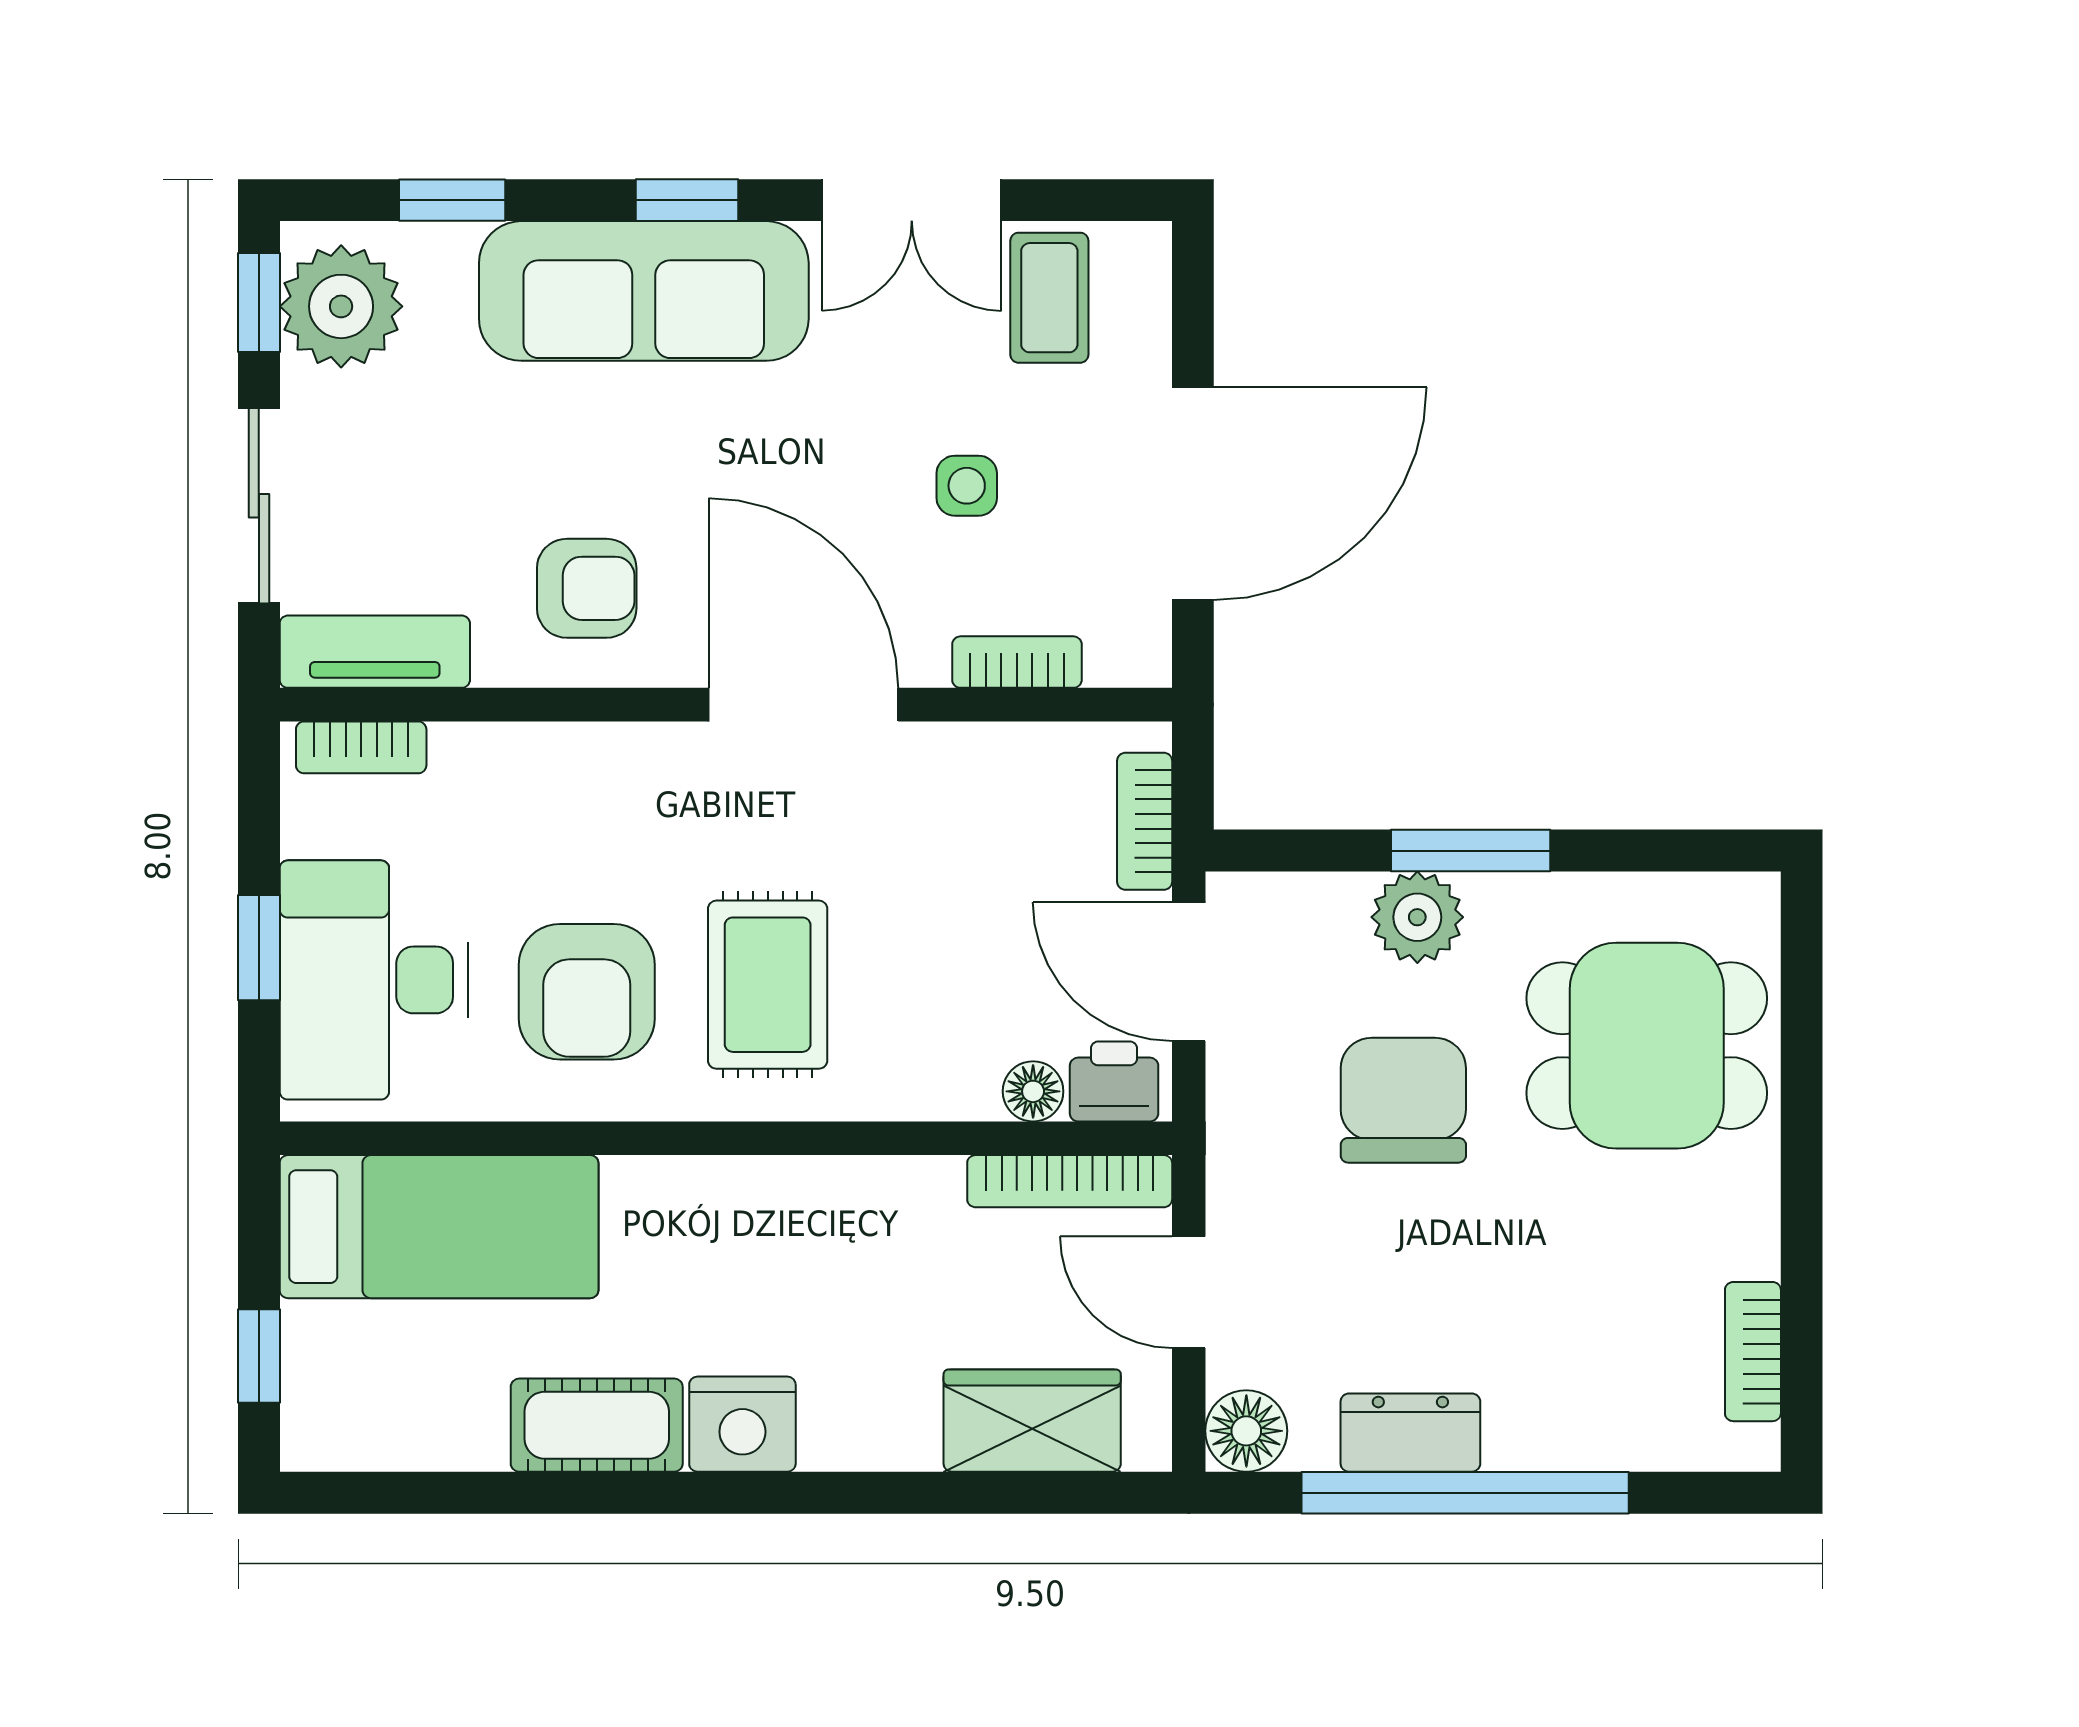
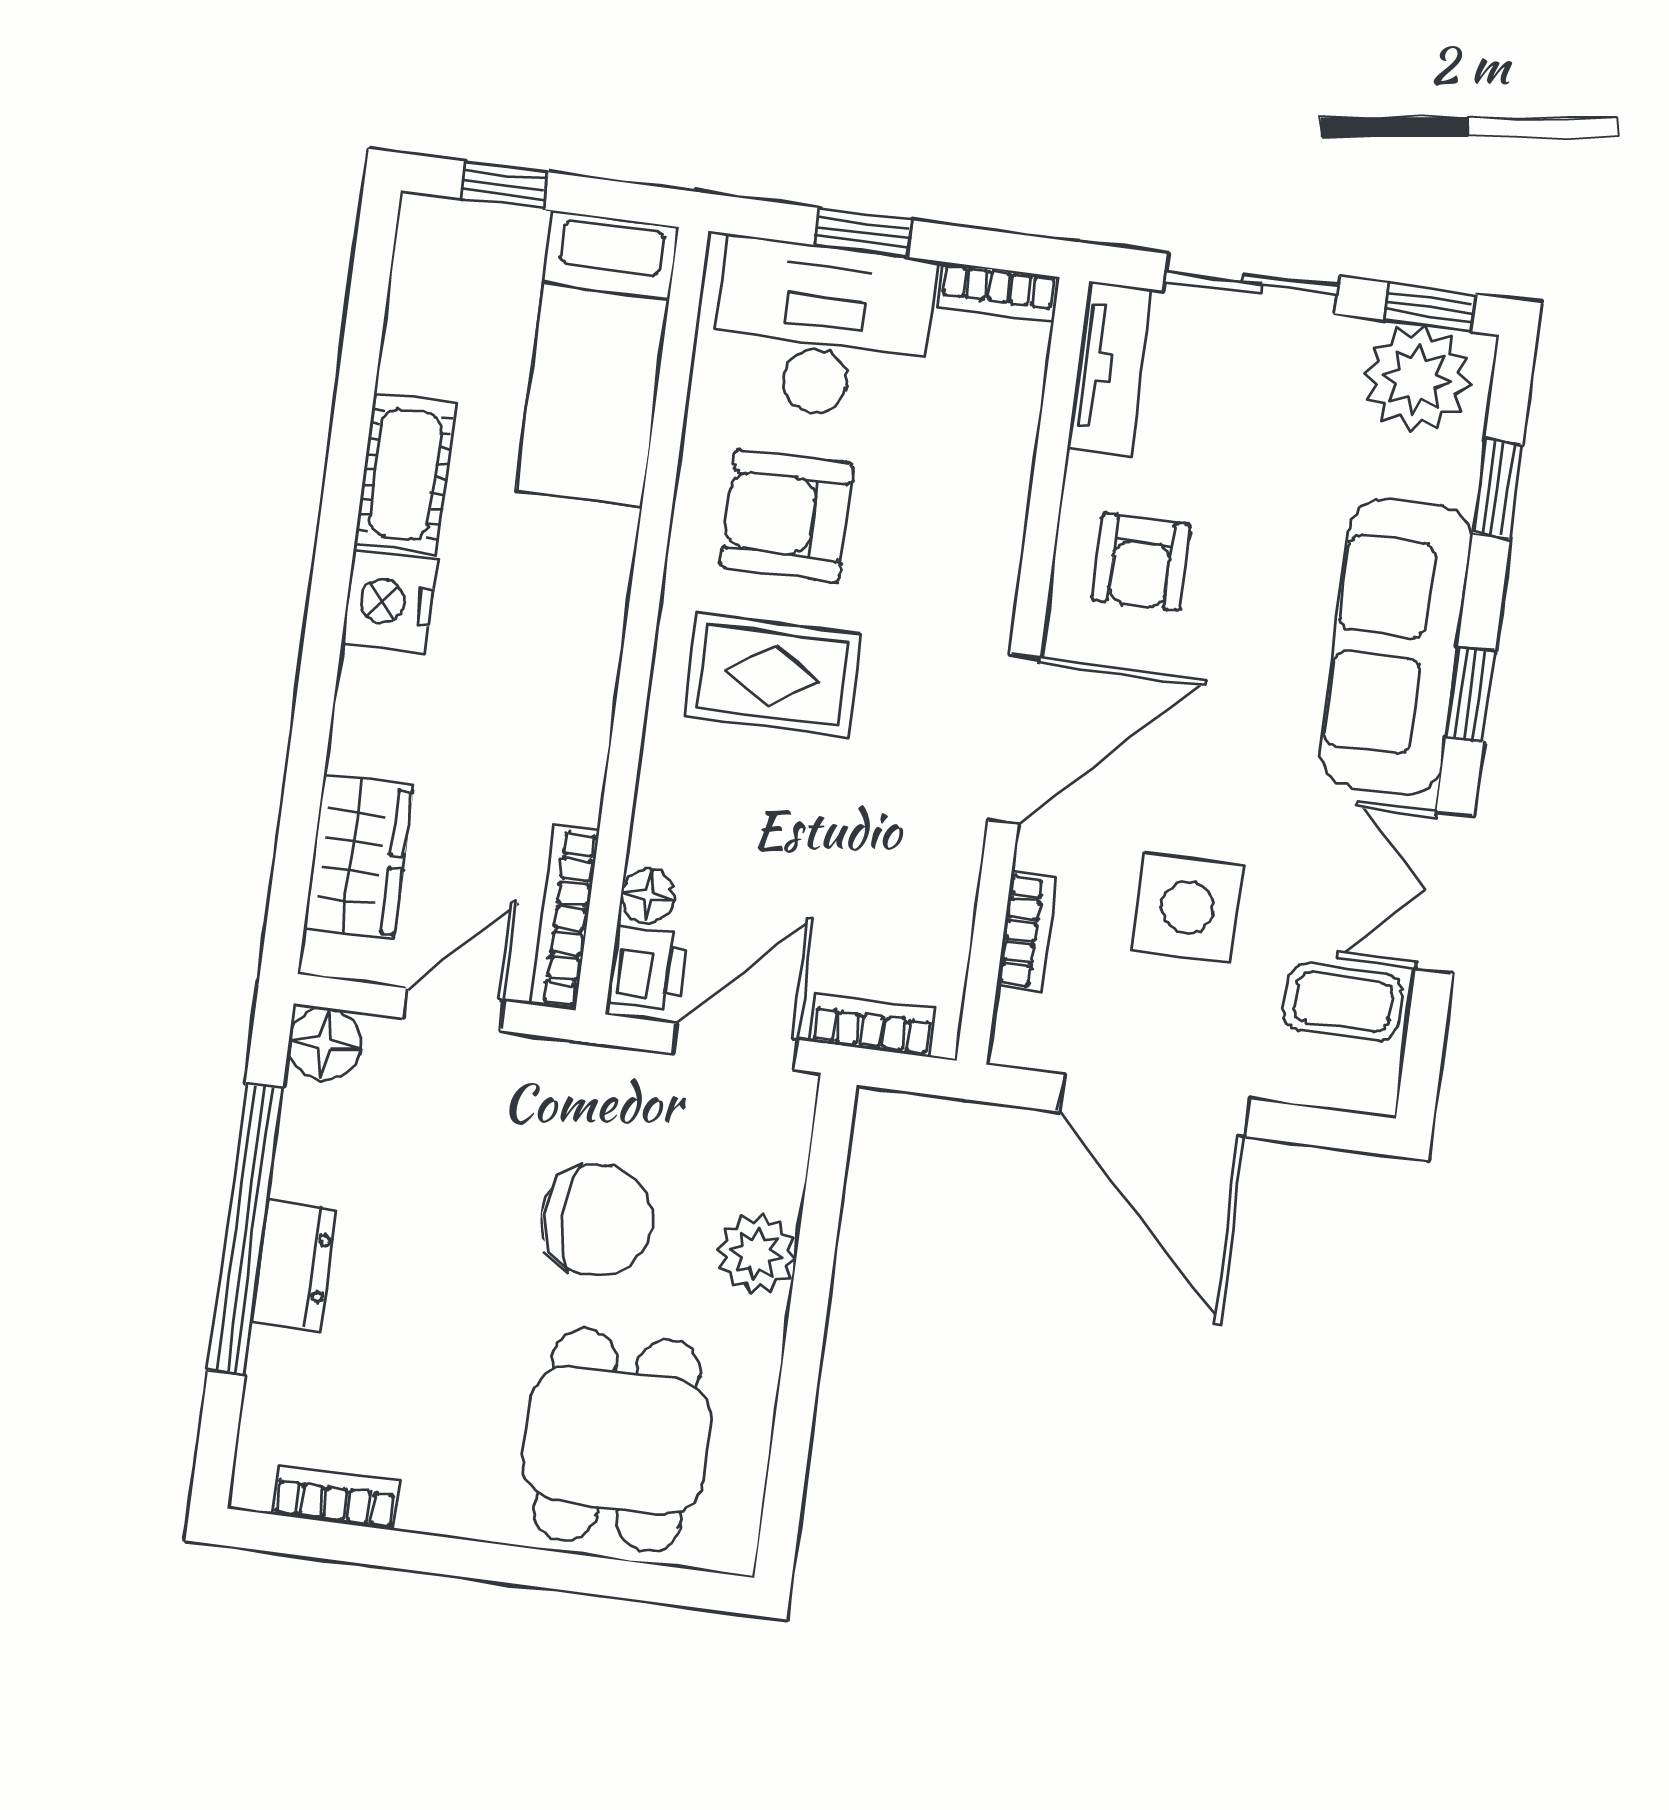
side table: (967, 486) -> (1187, 908), width x1.87, depth x1.87
bookcase: (361, 747) -> (998, 292), moved, turned -90
window: (1471, 851) -> (809, 1308), removed
dresser: (1410, 1433) -> (294, 1265), moved

